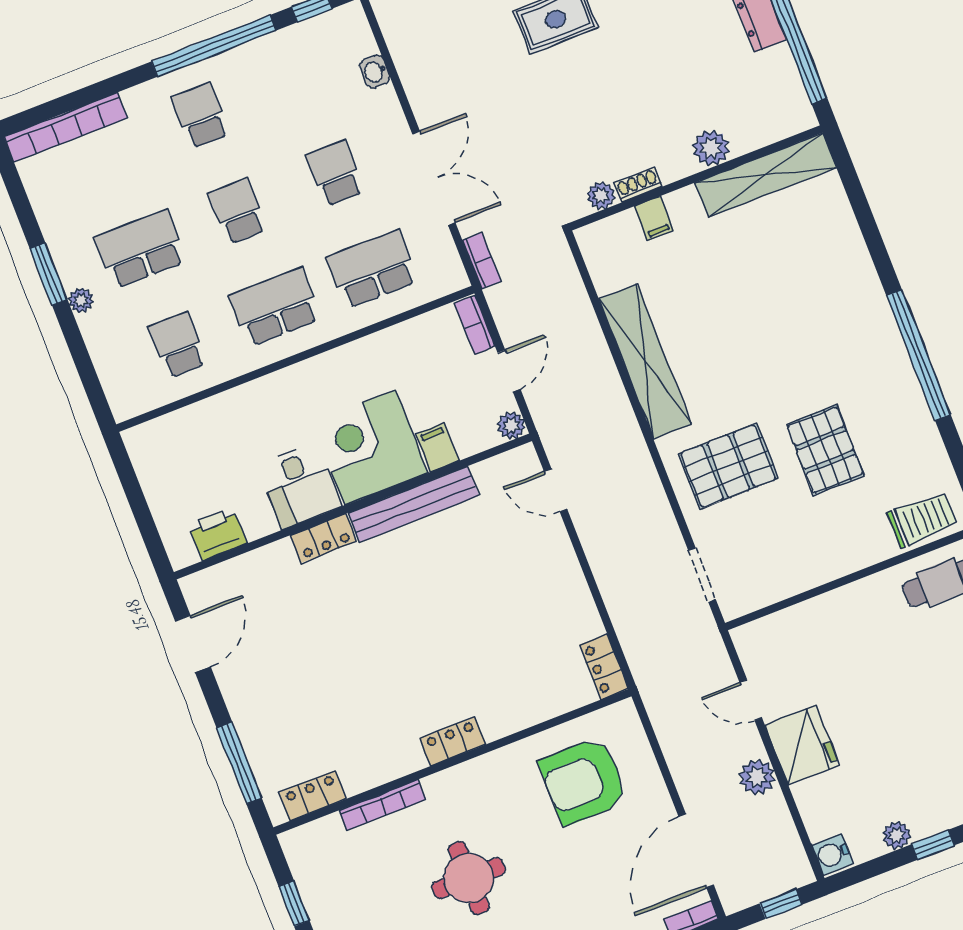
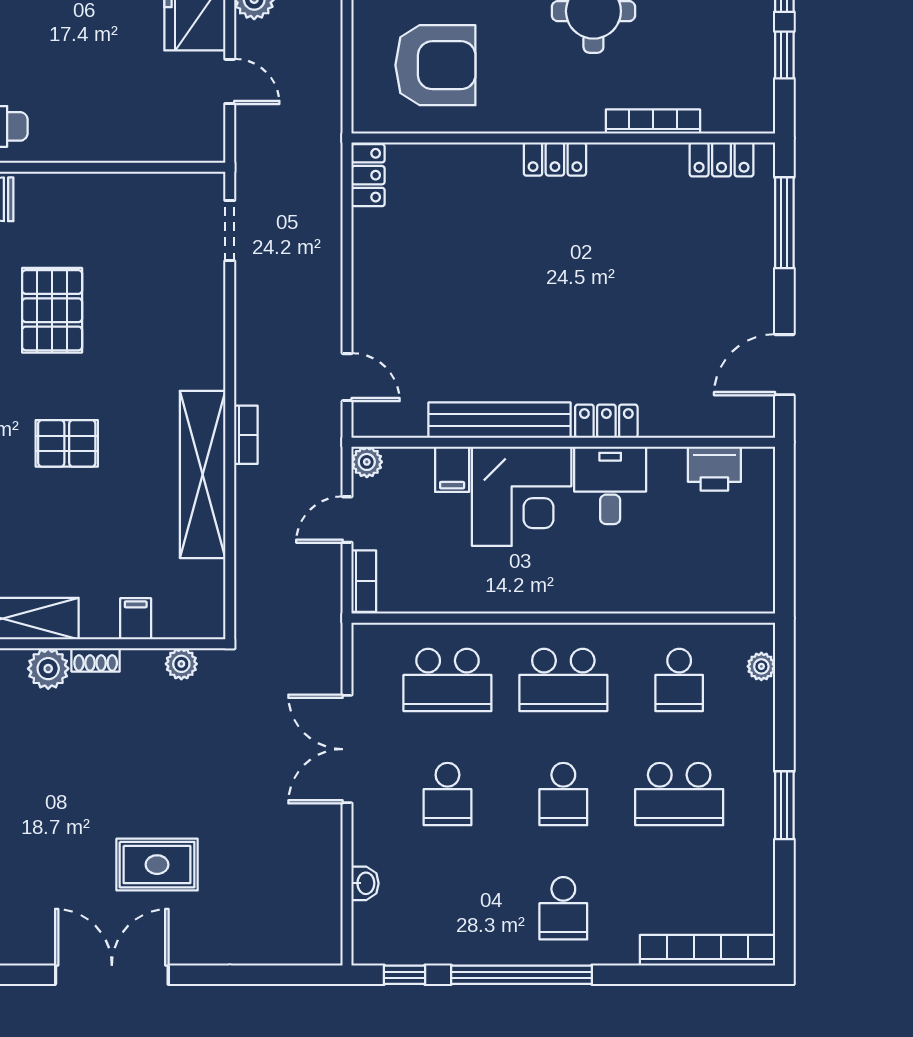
shoe rack: (638, 185) -> (96, 660), moved
bookcase: (482, 261) -> (246, 435), moved, turned 180
plant: (81, 300) -> (761, 666), moved
pallet: (728, 466) -> (67, 443), moved, width x0.67, depth x0.71

